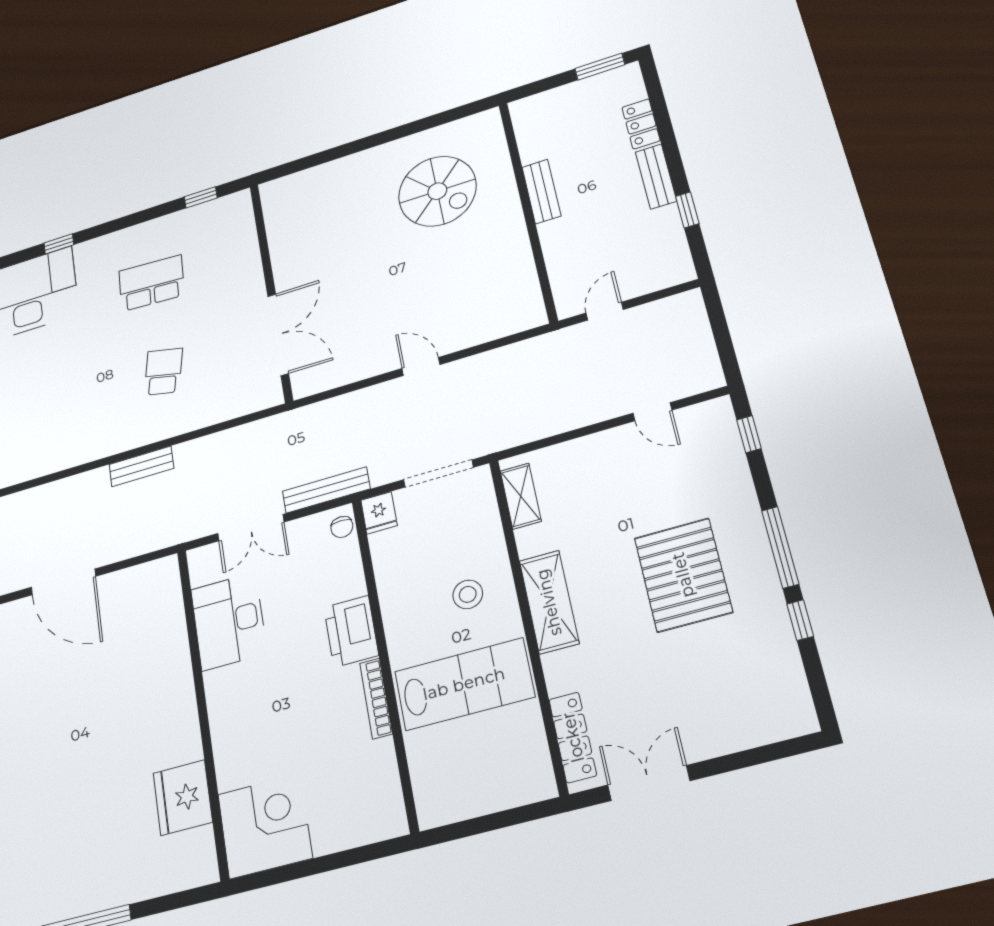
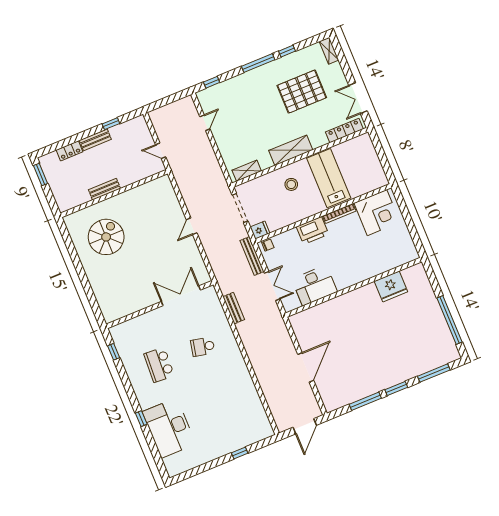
bench: (141, 466) -> (234, 308), moved
pallet: (683, 575) -> (302, 92), moved
shelving: (785, 725) -> (329, 51), added
corner desk: (265, 826) -> (377, 213), moved, turned 180

